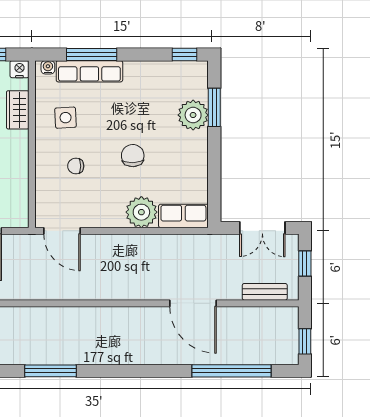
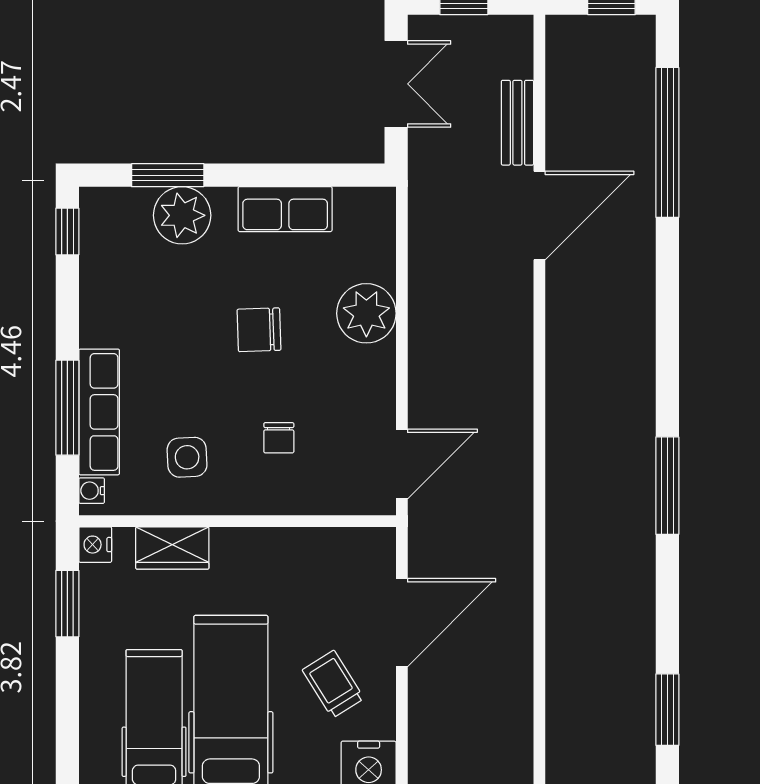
row of seats: (183, 216) -> (285, 209), moved, turned -90
bench: (265, 292) -> (517, 123), moved

